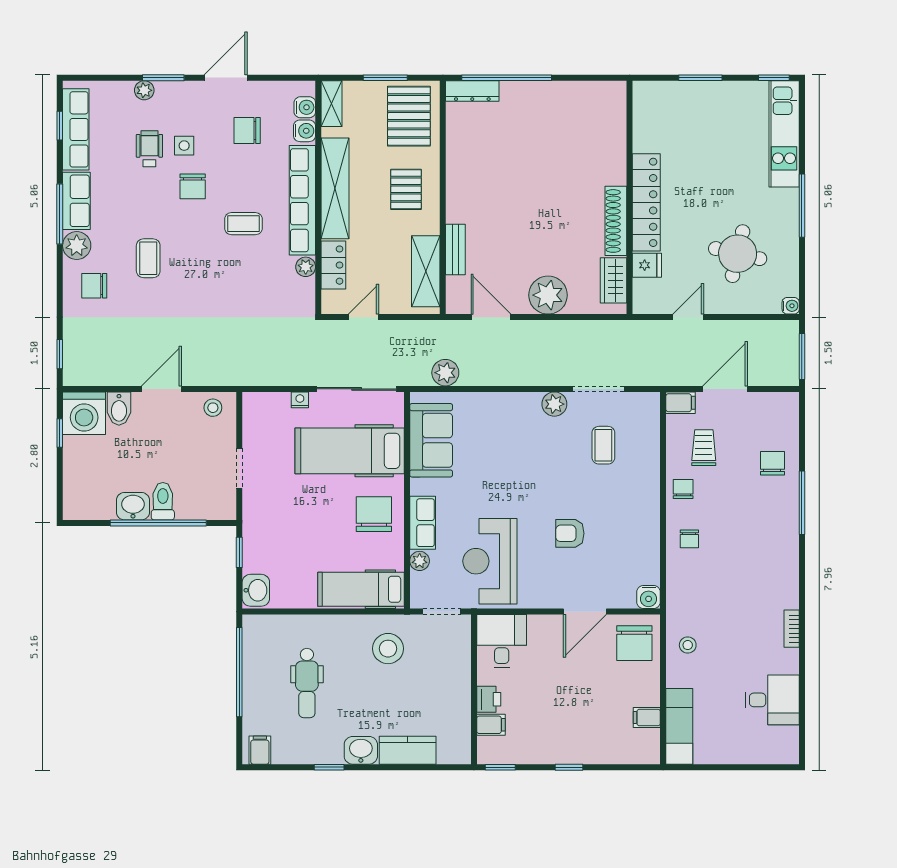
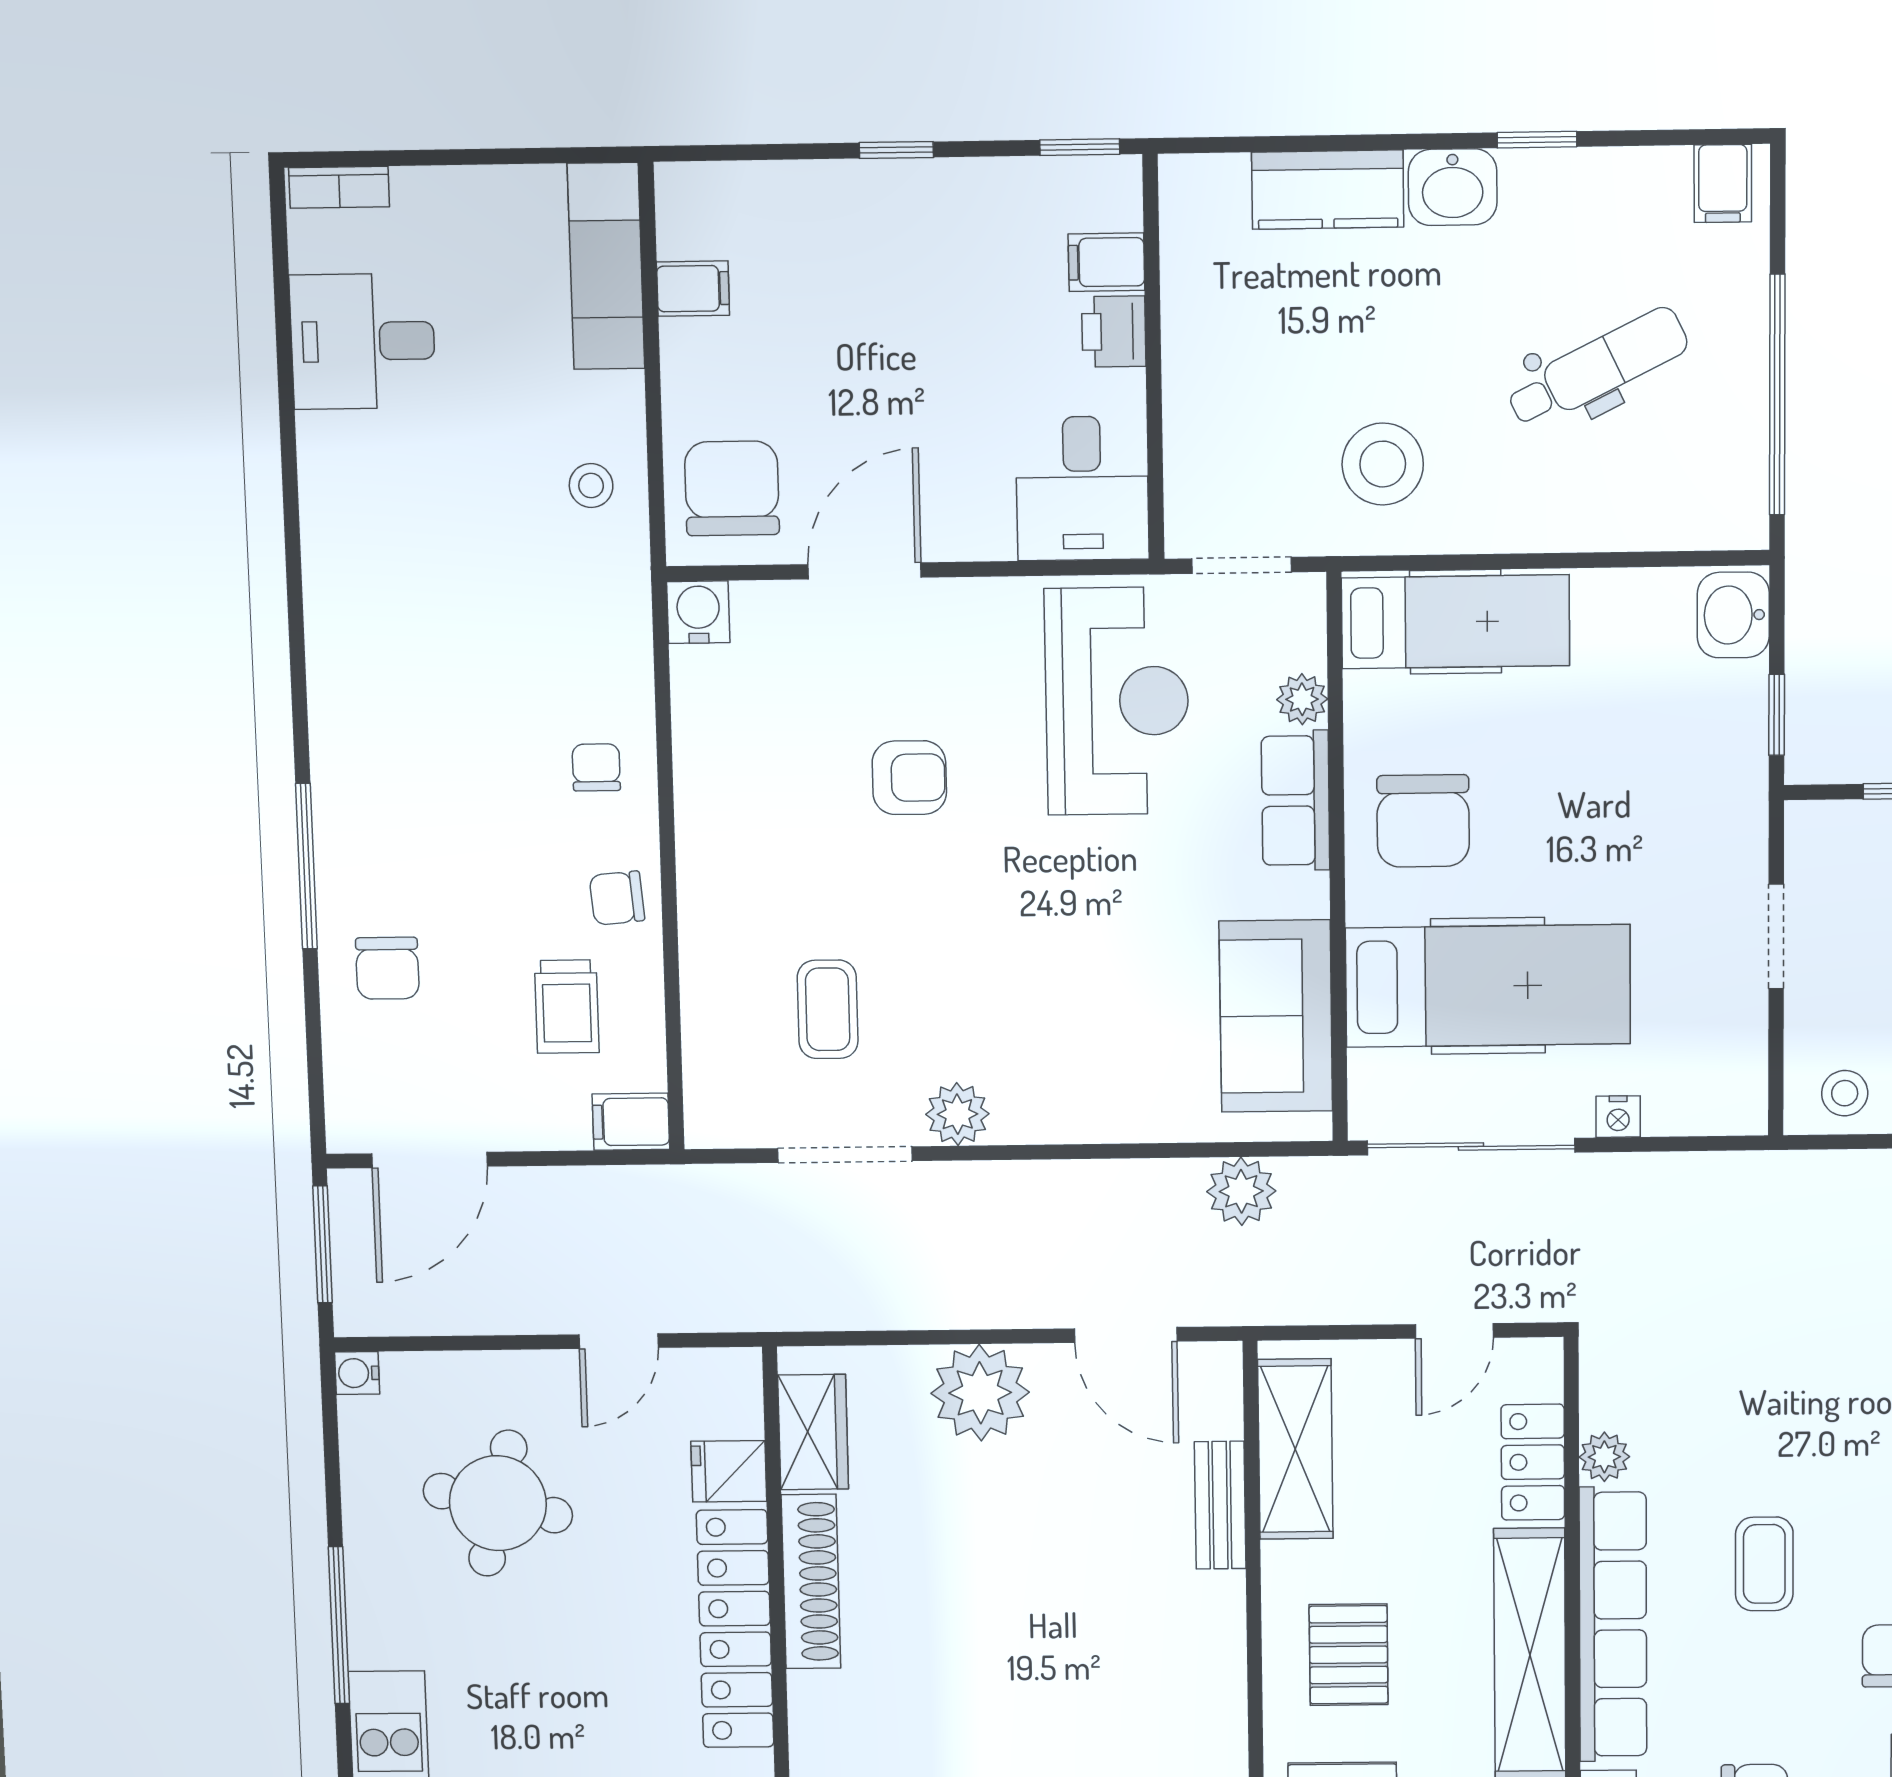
coffee table: (243, 224) -> (1764, 1564), turned 90
door: (725, 389) -> (430, 1160), moved
chair: (683, 489) -> (617, 898), turned 85
bookcase: (792, 629) -> (339, 187), moved, turned 90
dental chair: (307, 683) -> (1597, 368), turned 64

